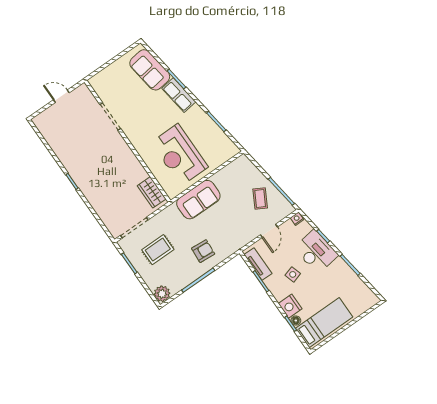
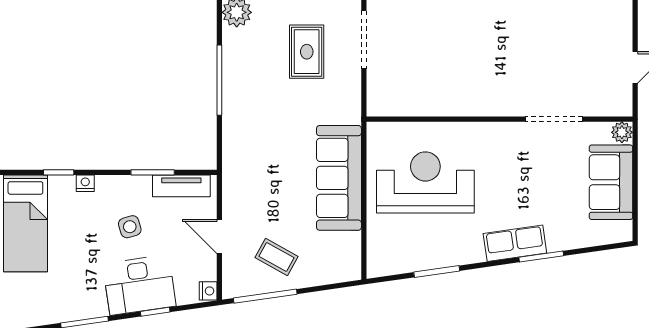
sofa: (150, 70) -> (611, 182), moved, turned -82
plant: (95, 82) -> (622, 132), added
wardrobe: (152, 192) -> (398, 102), removed
sofa: (198, 200) -> (339, 178), width x1.36
armchair: (203, 251) -> (257, 118), removed
nightstand: (290, 306) -> (85, 183), width x0.53, depth x0.56
floor lamp: (296, 321) -> (58, 183), removed

